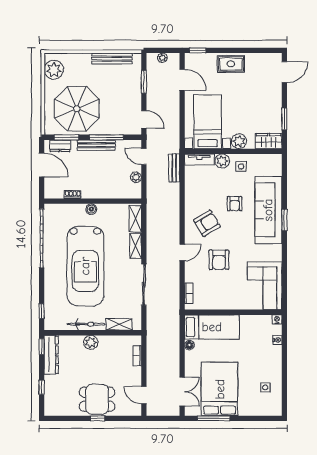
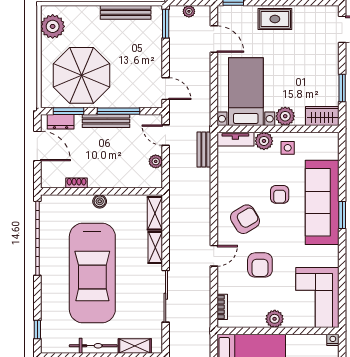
window: (144, 82) -> (166, 24), moved
plant: (231, 303) -> (275, 319), added

